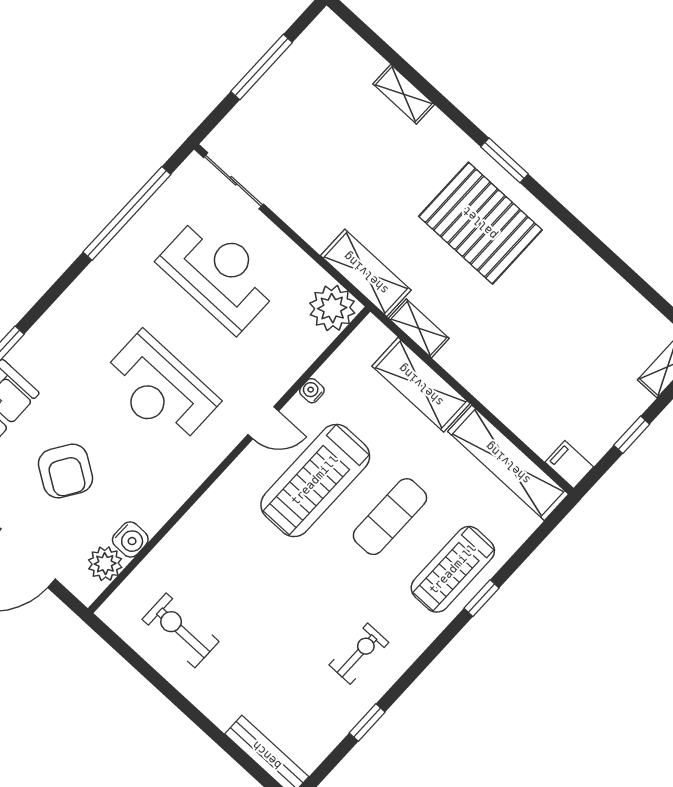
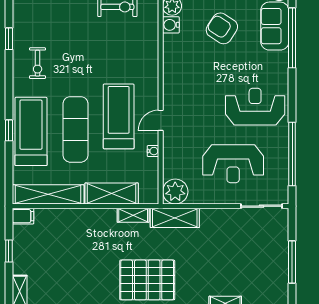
reception desk: (159, 389) -> (255, 107), moved
exercise mat: (390, 517) -> (75, 129), width x1.36, depth x1.45
treadmill: (453, 569) -> (31, 131), width x1.37, depth x1.38

